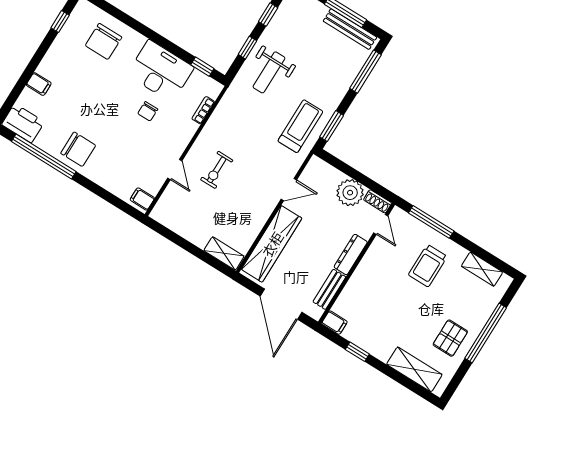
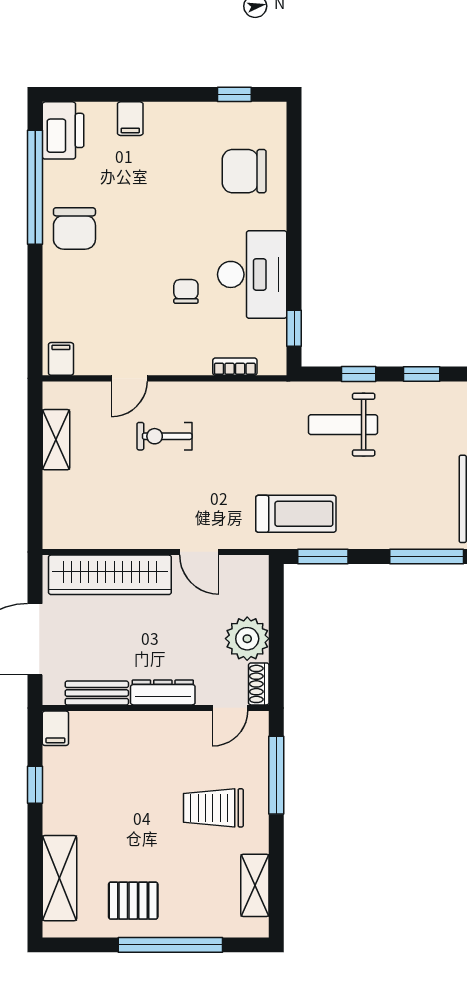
chair: (148, 111) -> (186, 291), turned 90
shelving: (224, 253) -> (56, 440), moved

